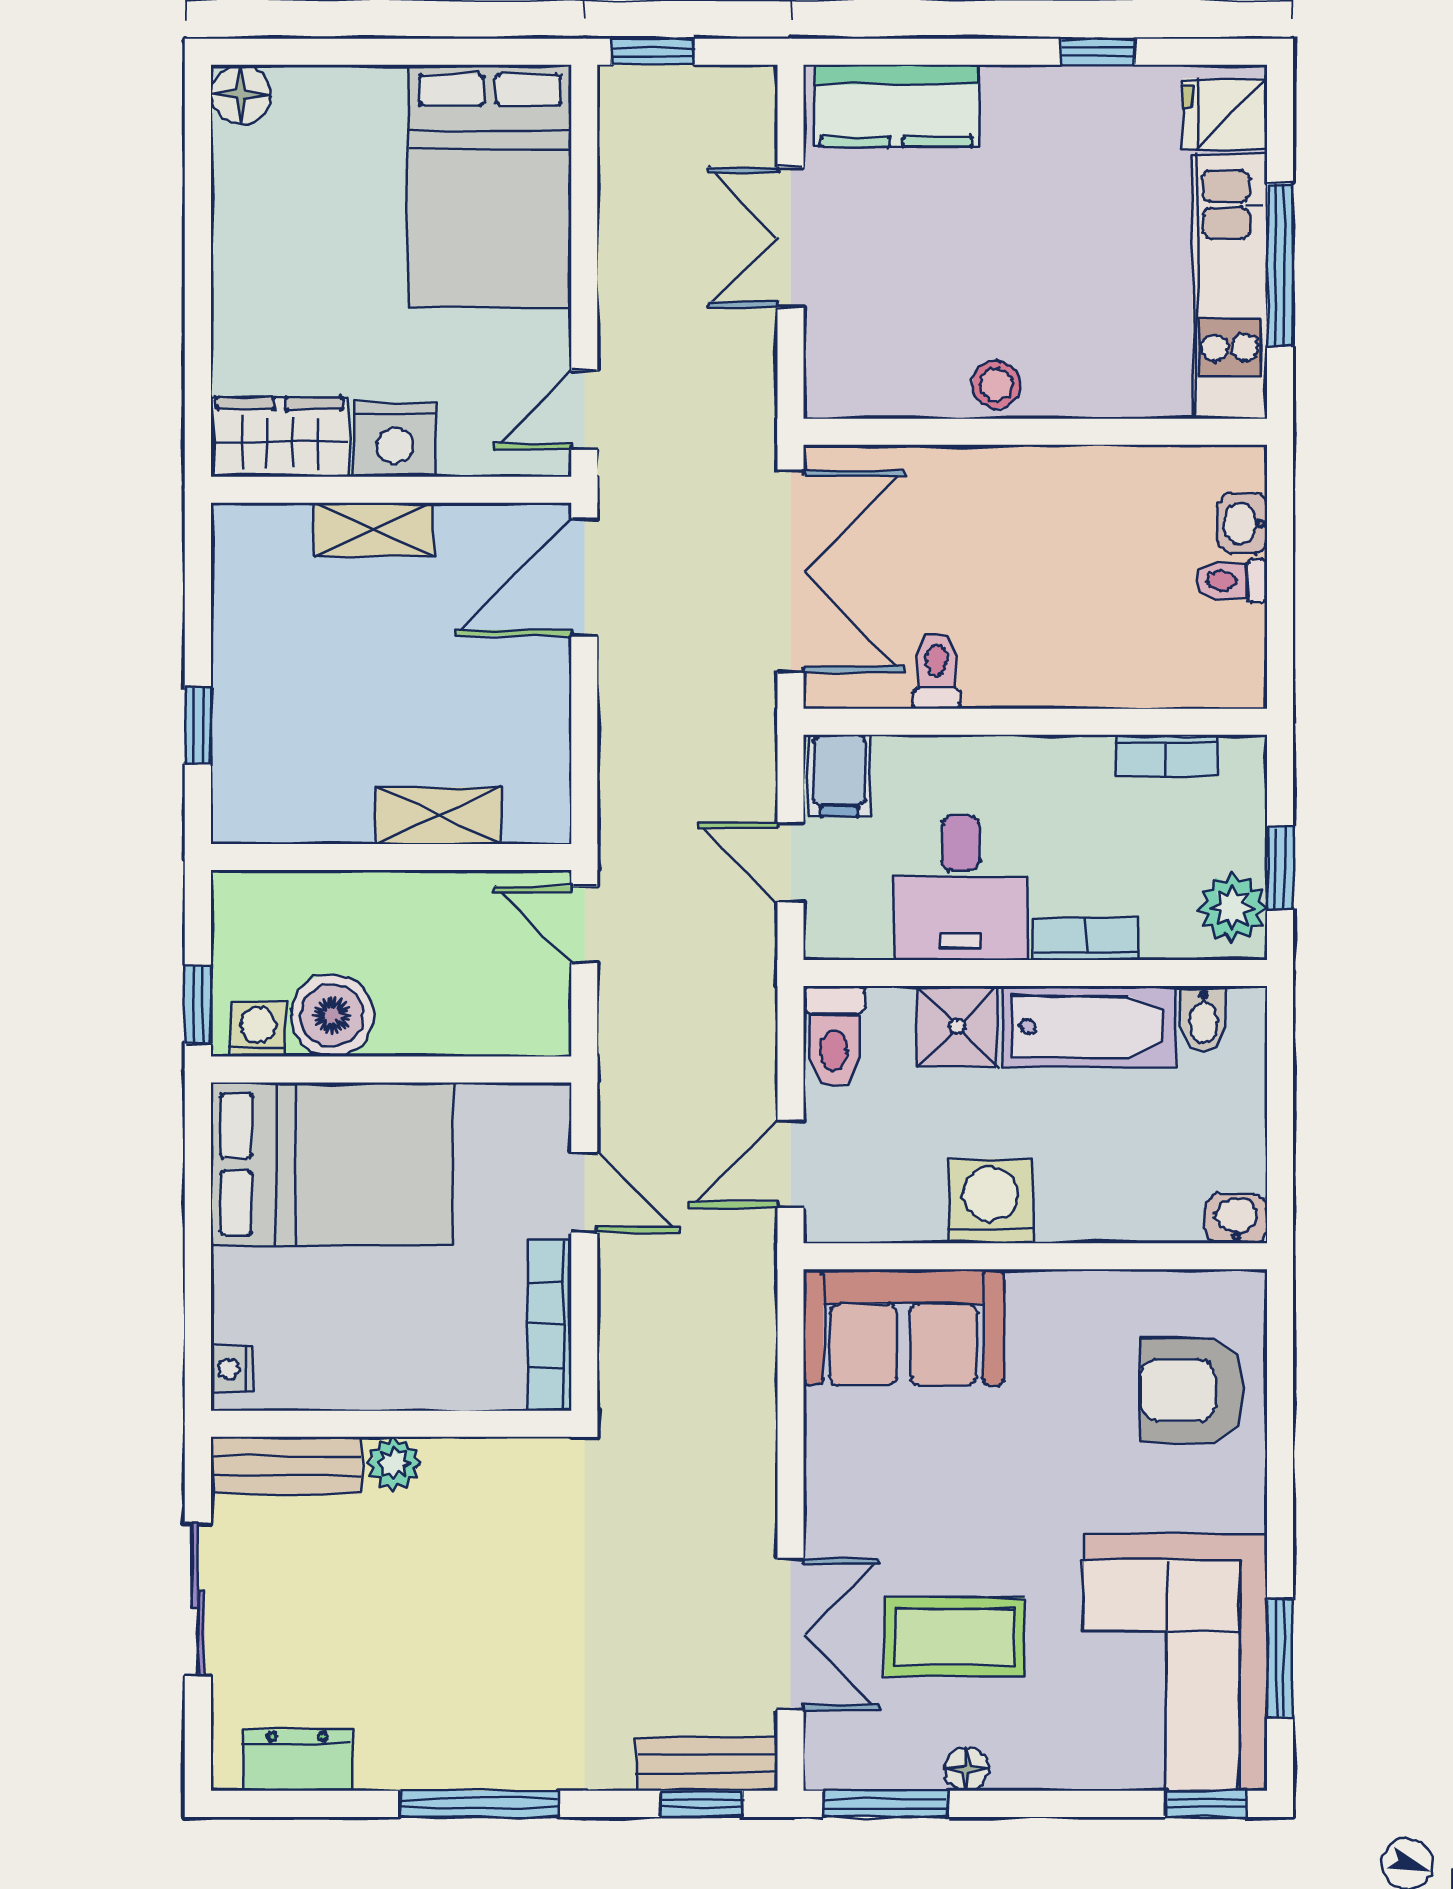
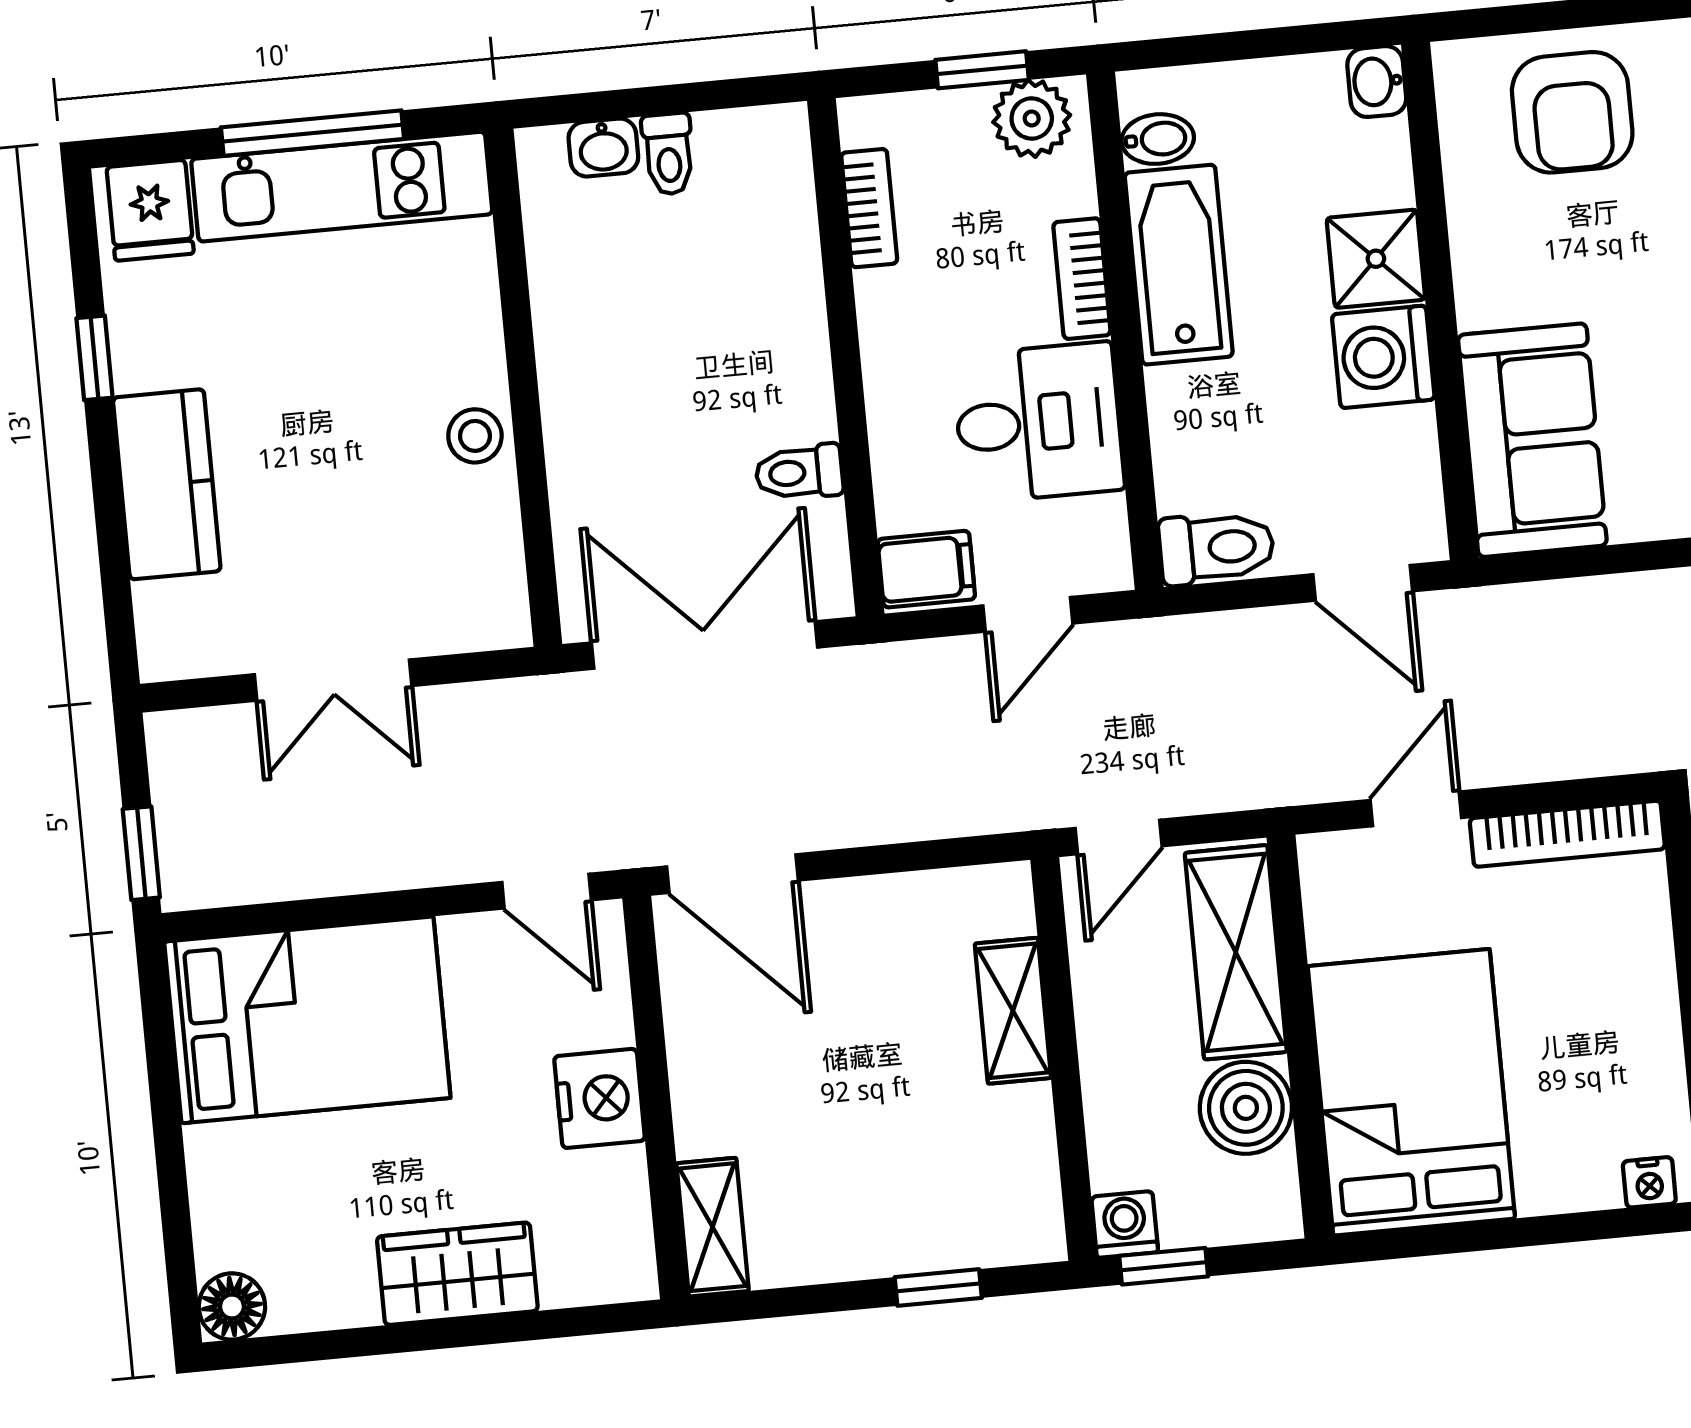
kitchen counter: (896, 106) -> (167, 484), moved
wardrobe: (280, 437) -> (457, 1274), moved, turned 90
shelving: (374, 530) -> (713, 1227), moved
window: (198, 1005) -> (1164, 1266), moved
shelving: (472, 1019) -> (1236, 952), added
shower: (958, 1026) -> (1376, 259), moved
washing machine: (258, 1029) -> (1125, 1224), moved, turned 90

